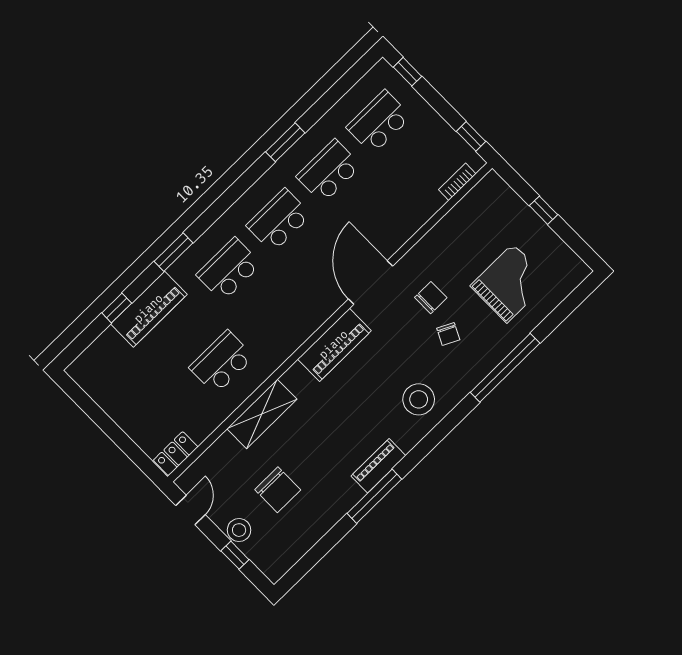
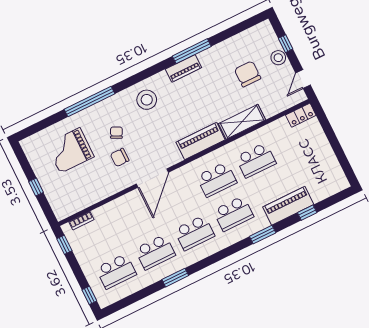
school desk: (272, 313) -> (217, 179), added
piano: (334, 345) -> (201, 141), moved

